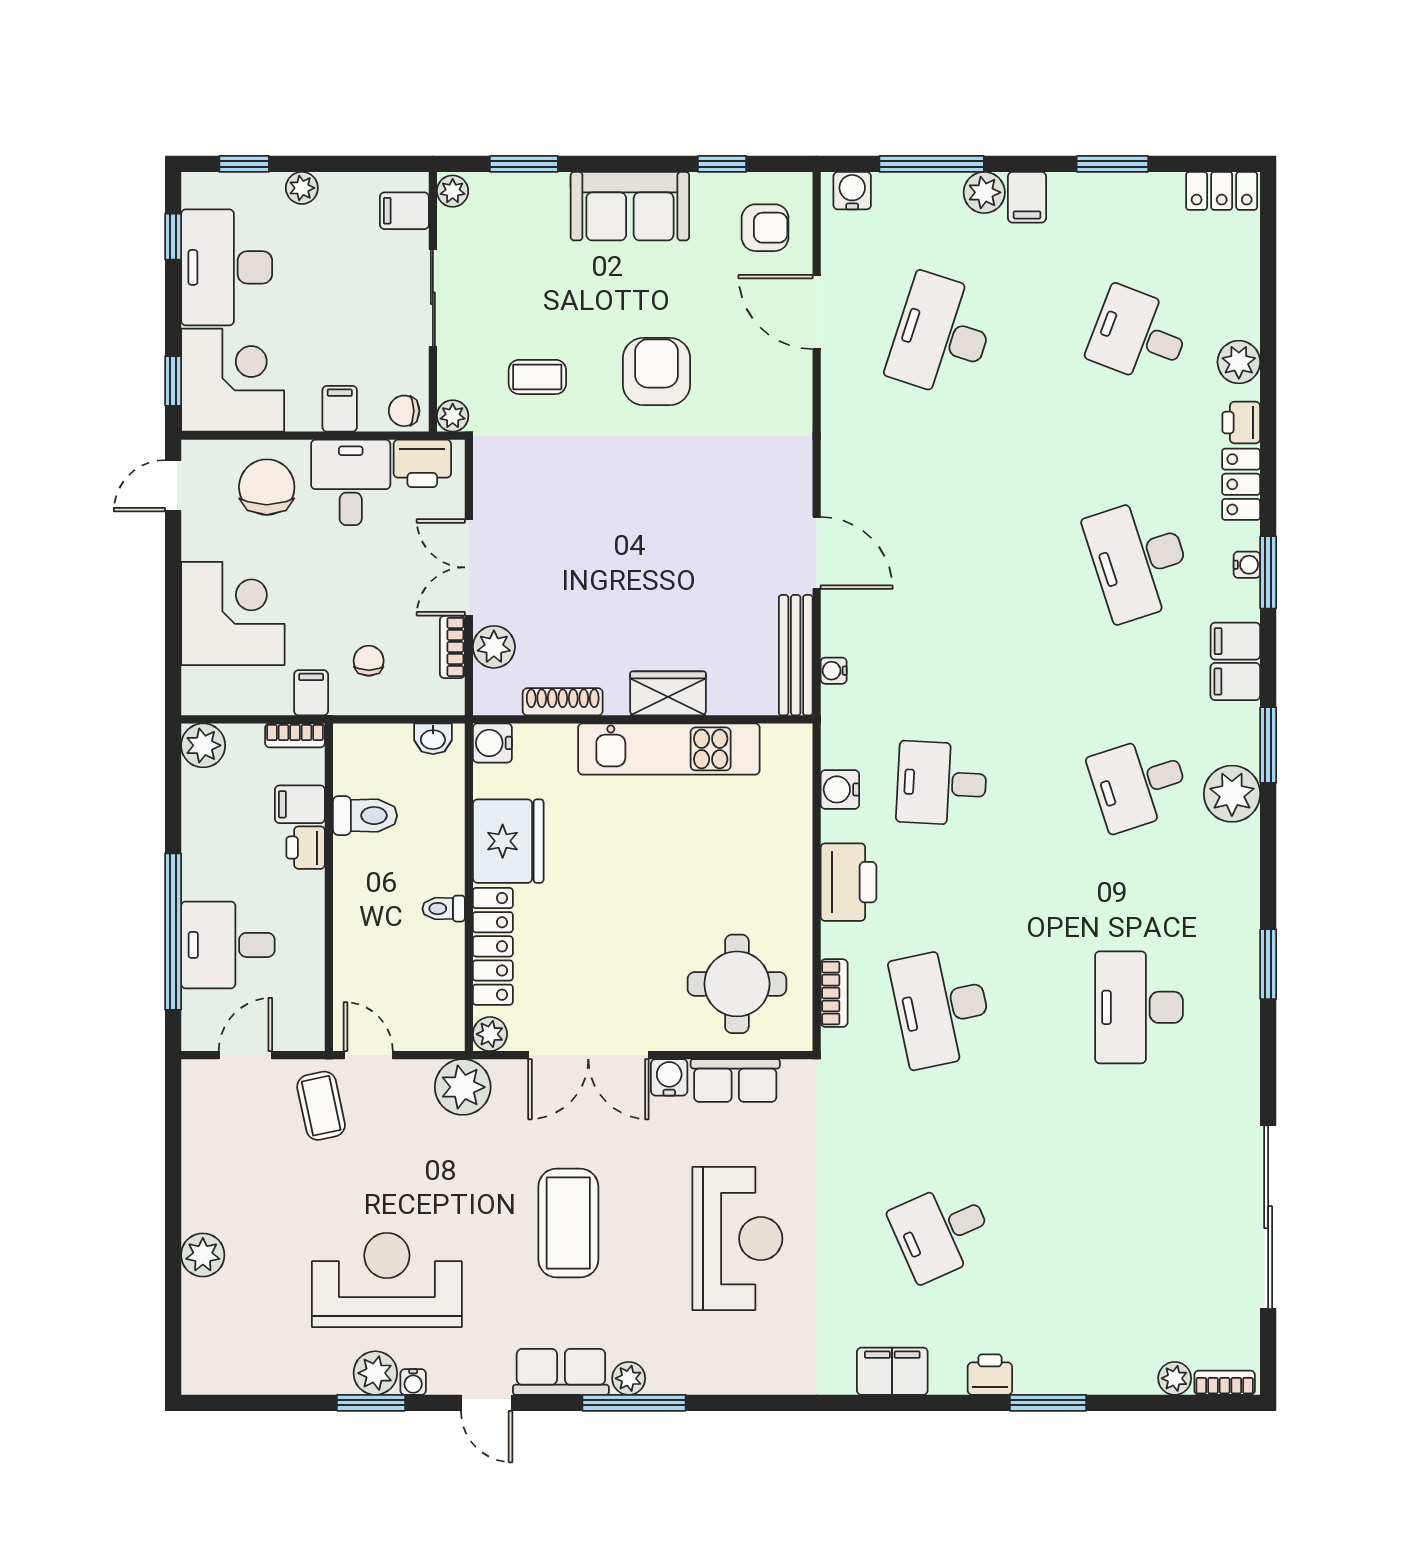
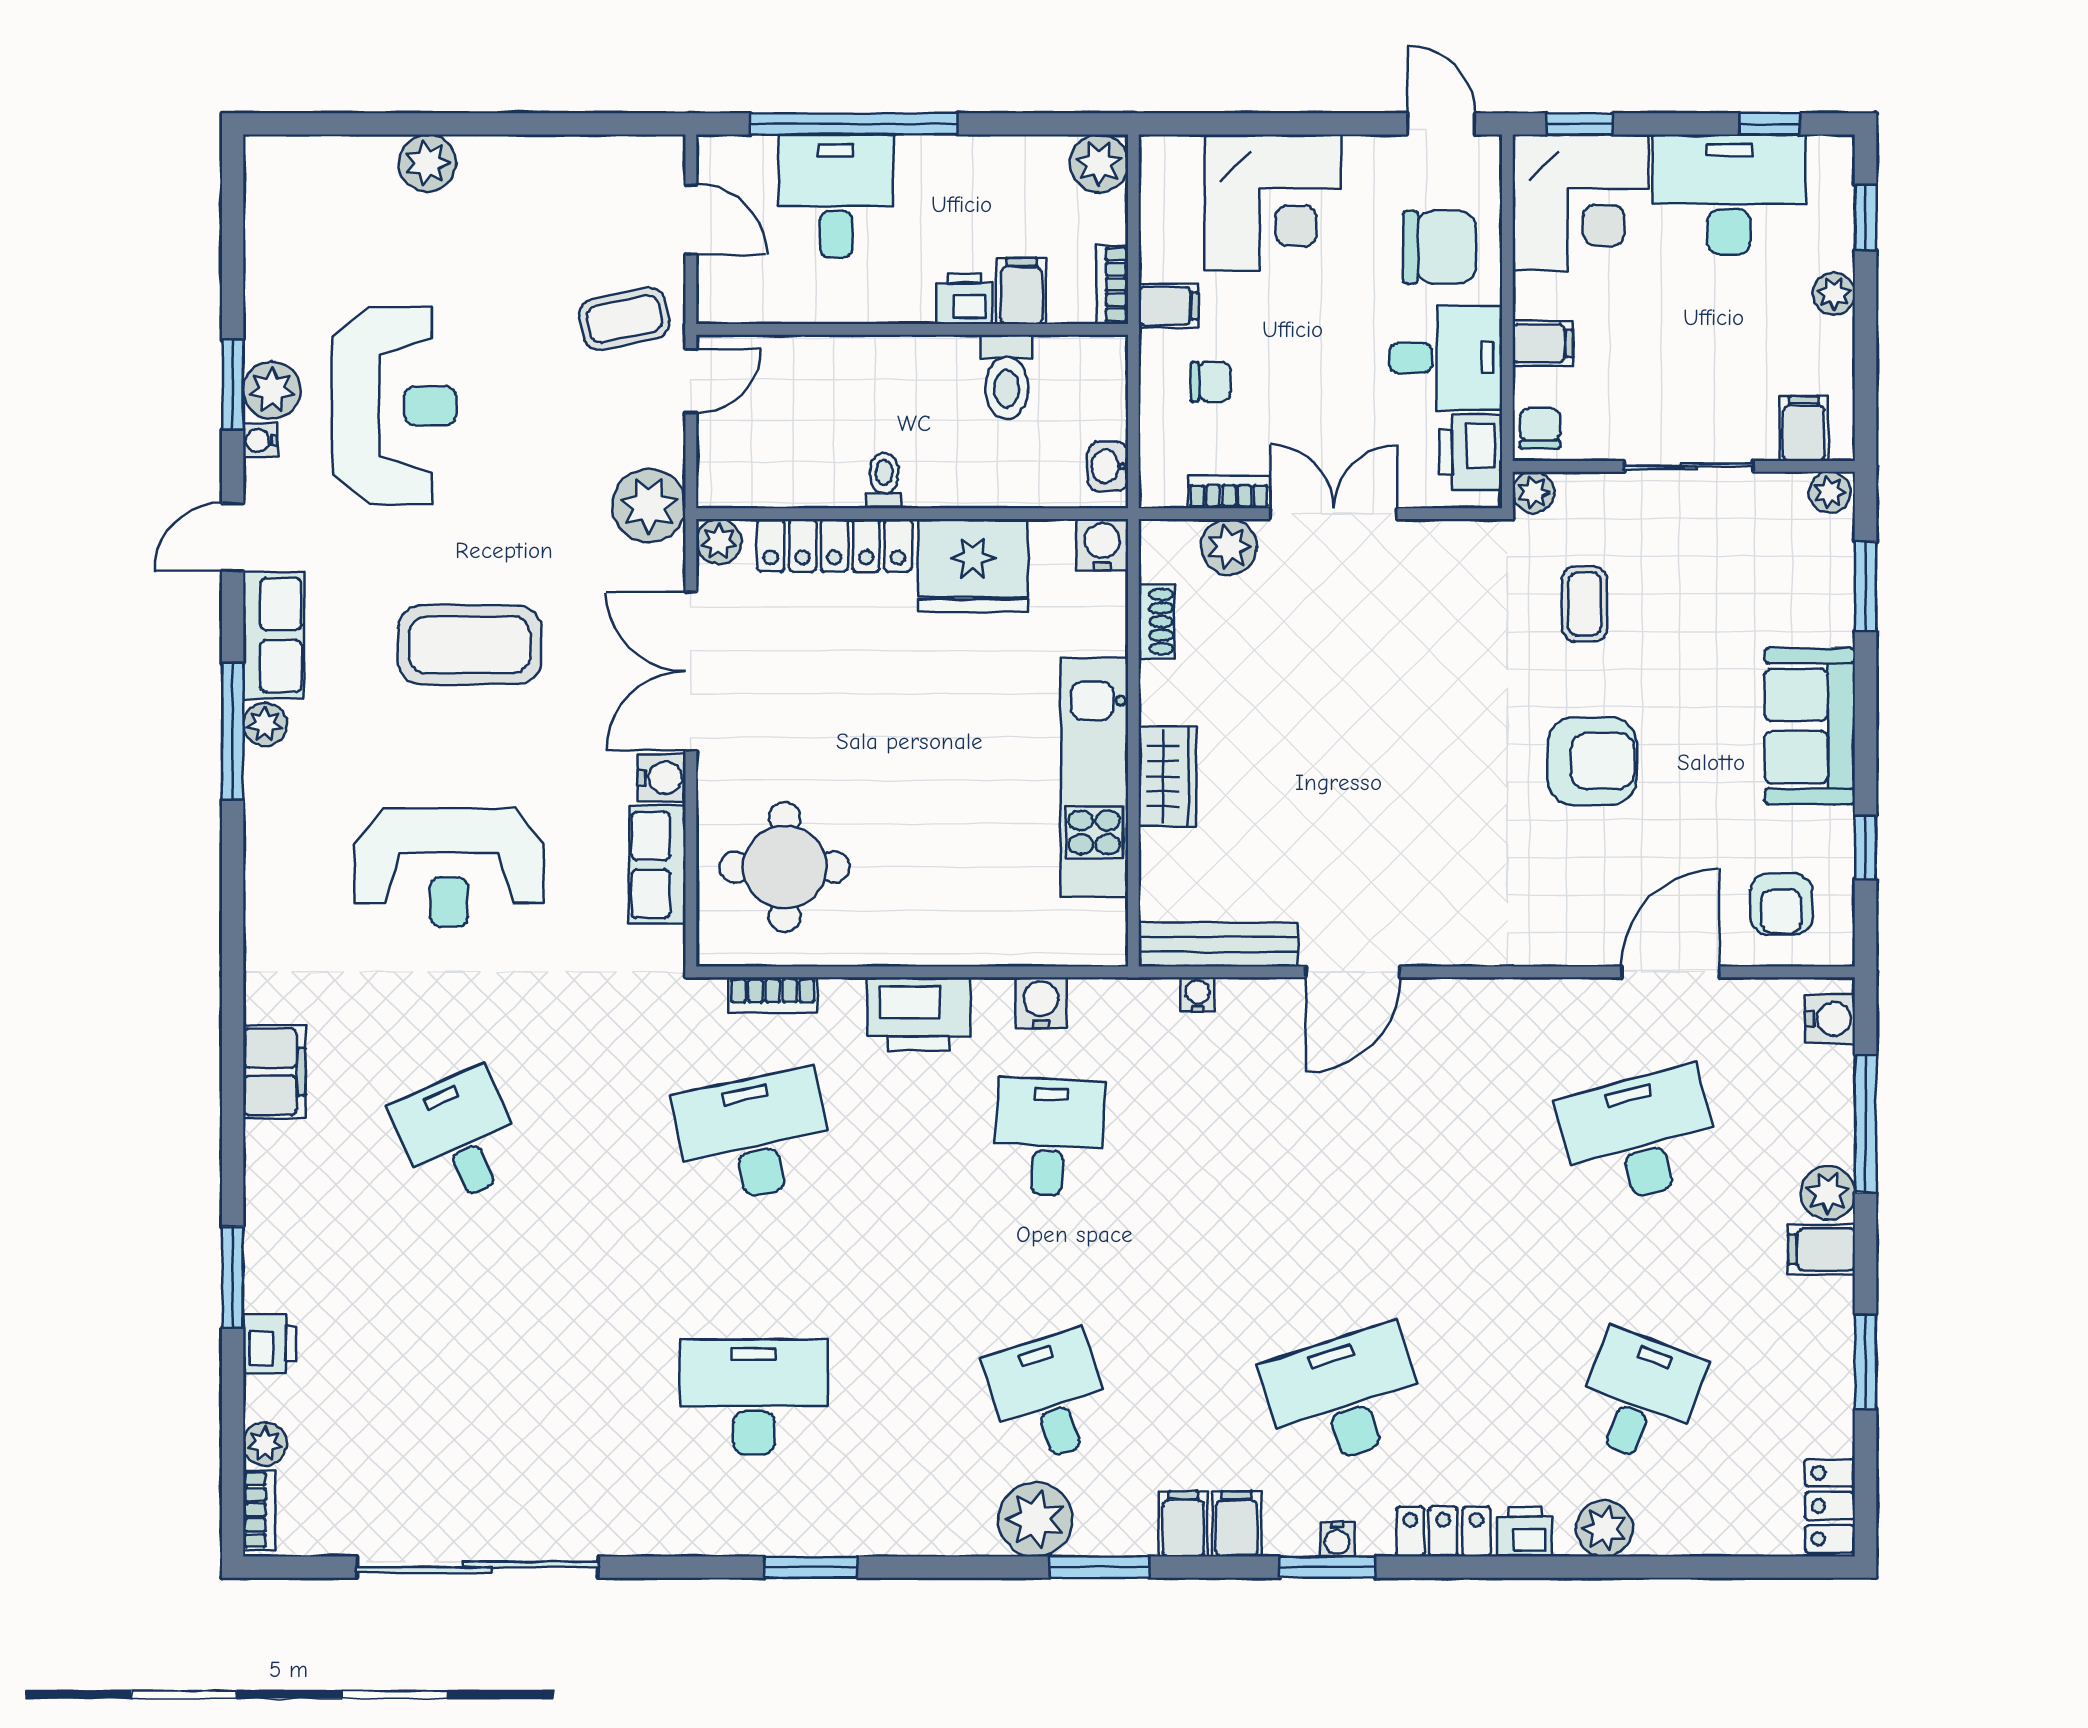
desk: (942, 335) -> (1639, 1137), turned -33
shoe rack: (563, 702) -> (1157, 622), width x0.70
printer: (990, 1375) -> (270, 1344), moved

